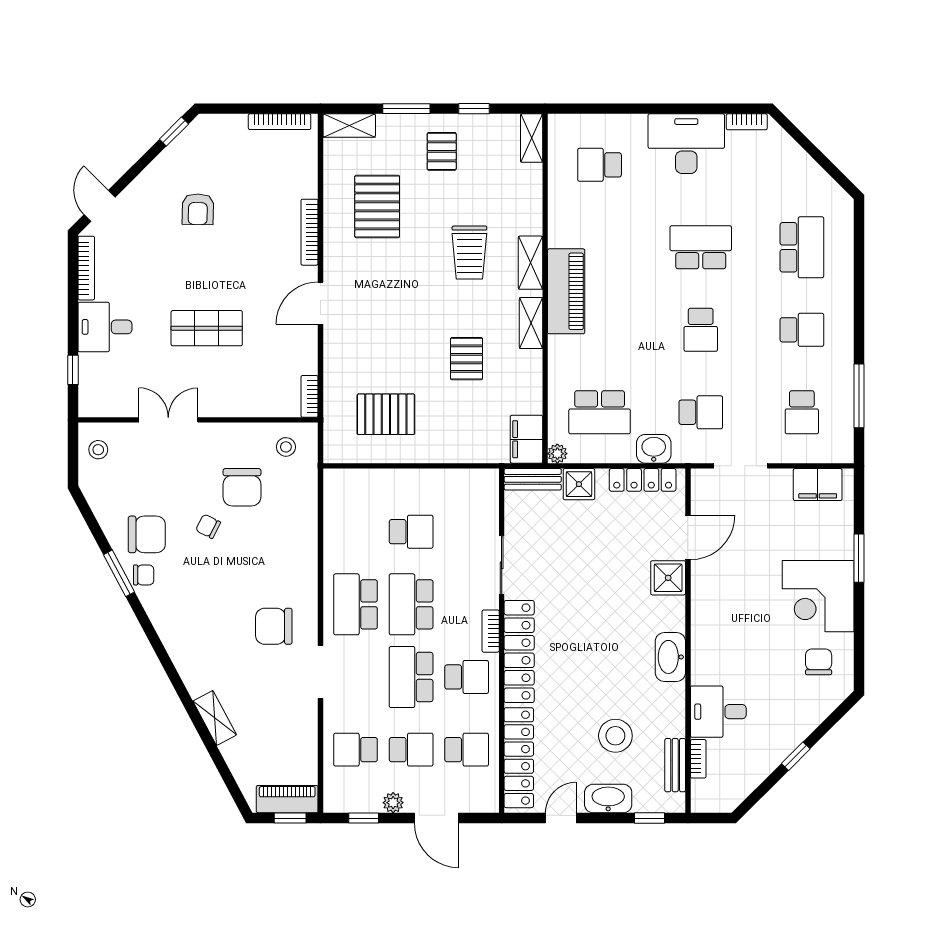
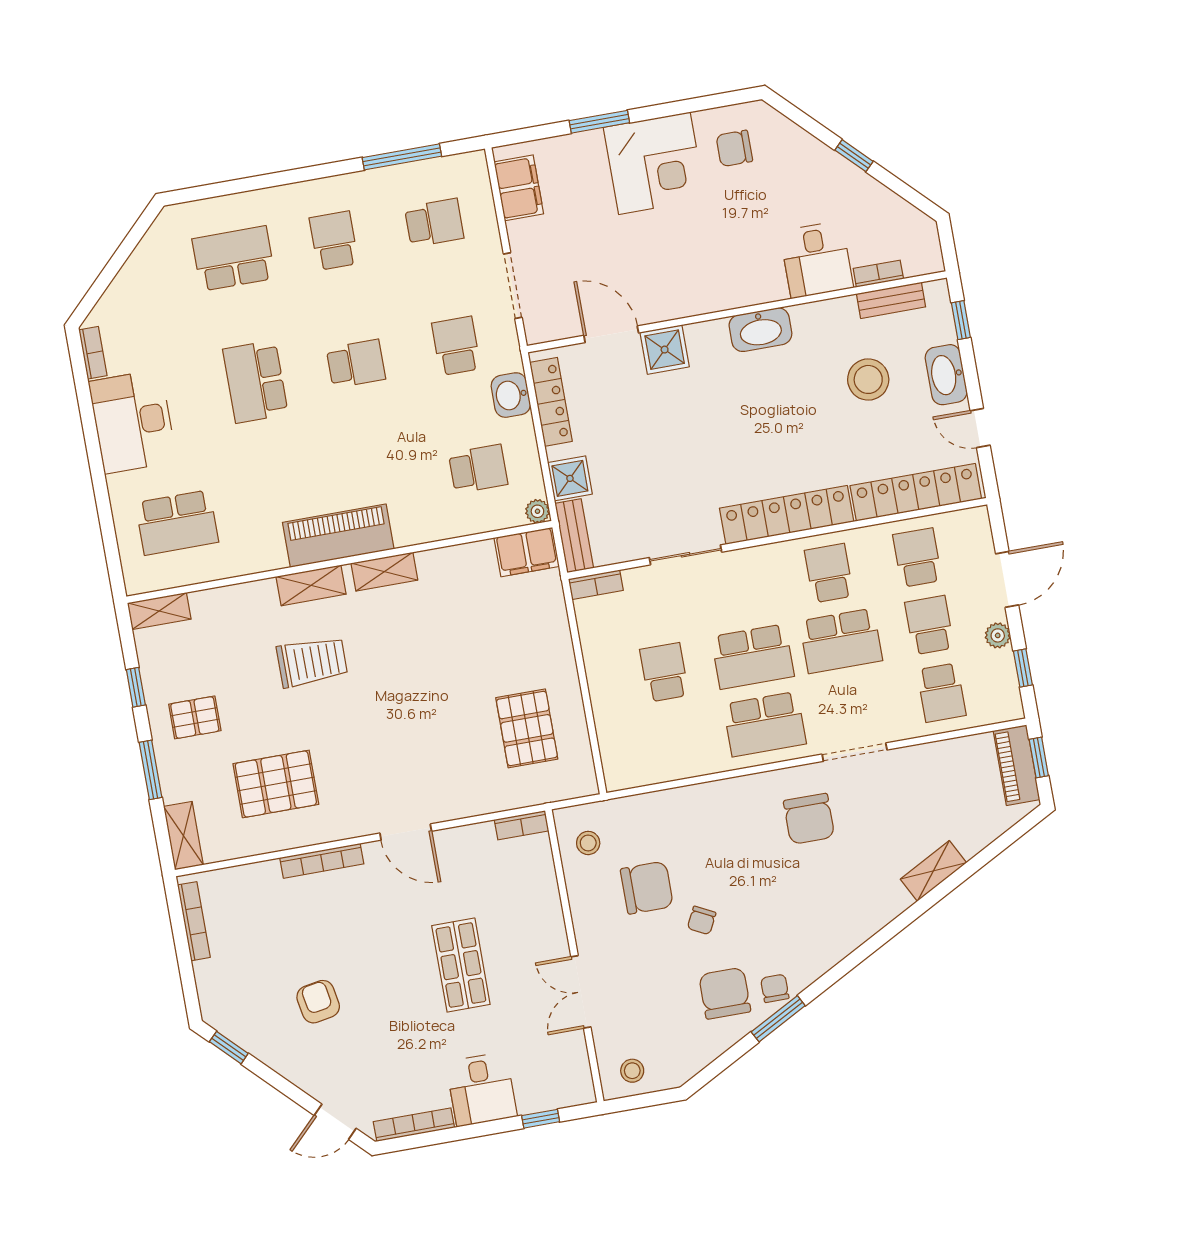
school desk: (600, 165) -> (177, 522), width x1.85
armchair: (198, 209) -> (318, 1002), turned -101
pallet: (467, 359) -> (442, 642), removed
school desk: (600, 412) -> (478, 469), width x0.54
bookcase: (491, 631) -> (596, 585), moved

